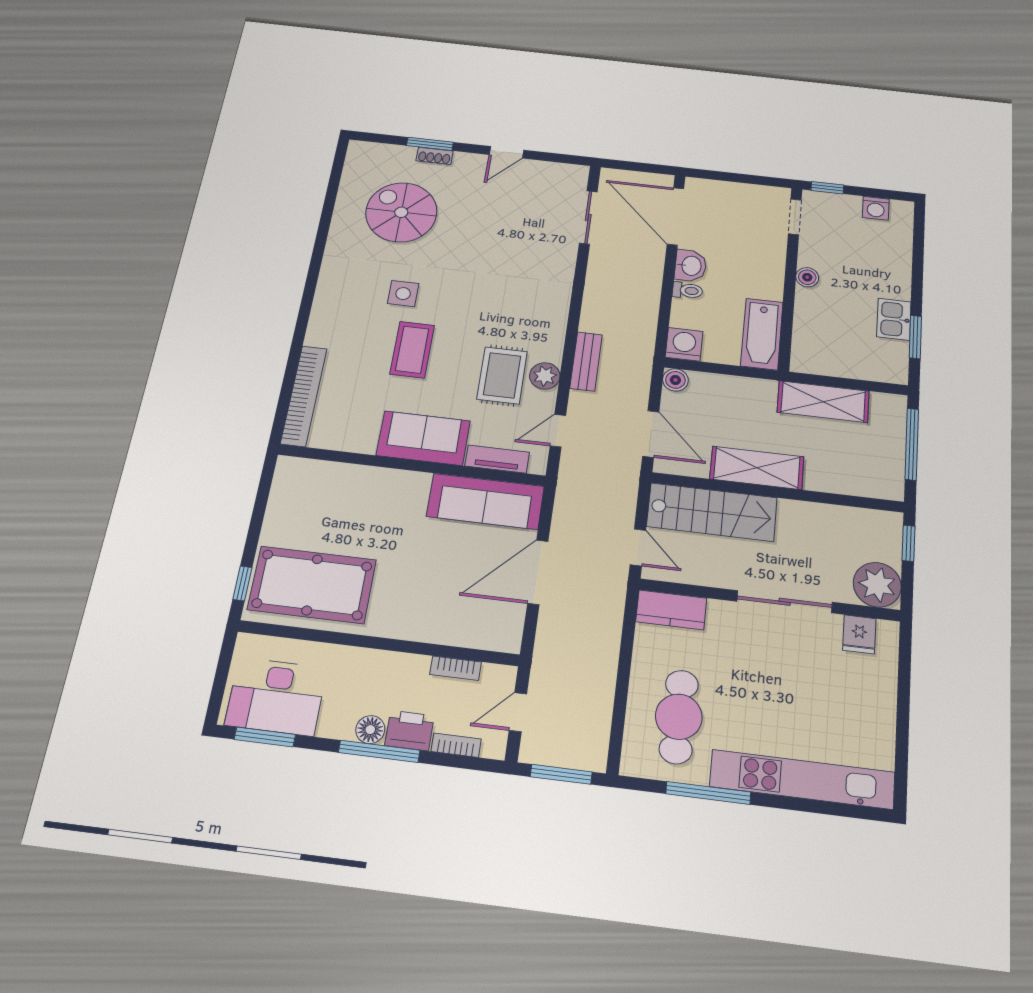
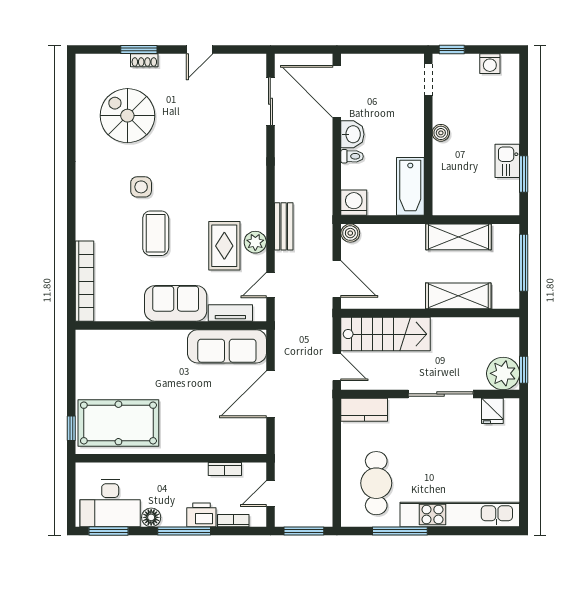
shelving: (757, 468) -> (458, 296), moved
window: (909, 543) -> (524, 370), moved
floor lamp: (370, 730) -> (151, 517), moved

